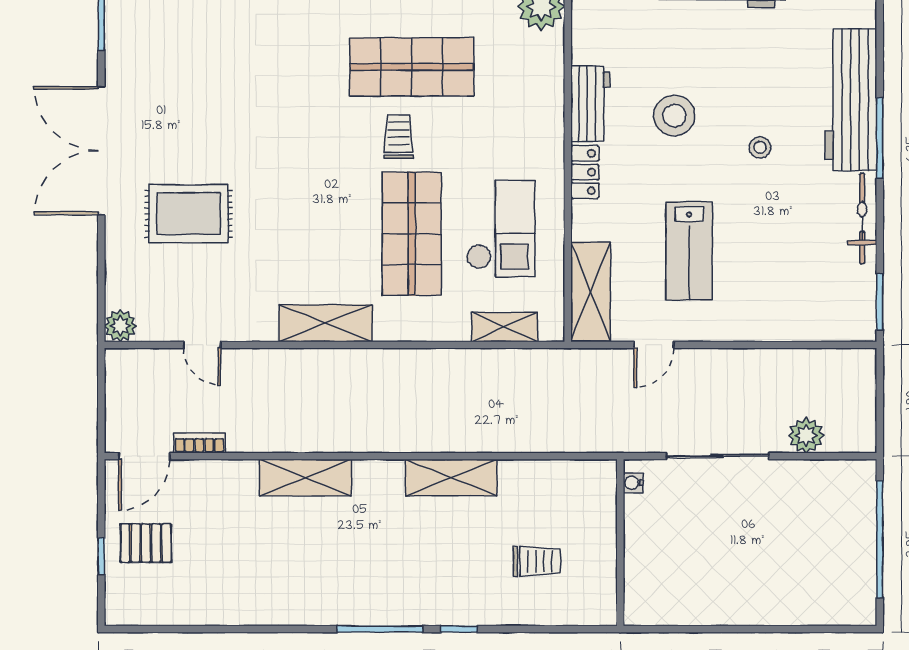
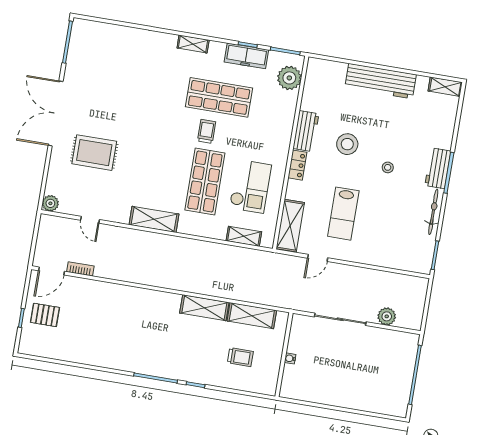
workbench: (851, 100) -> (438, 168), width x0.53, depth x0.76
shelving: (306, 478) -> (252, 316), moved
water cooler: (633, 483) -> (290, 358), moved

